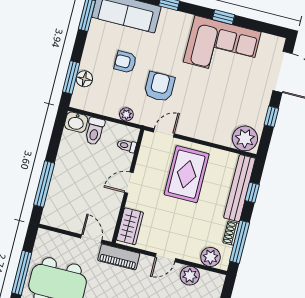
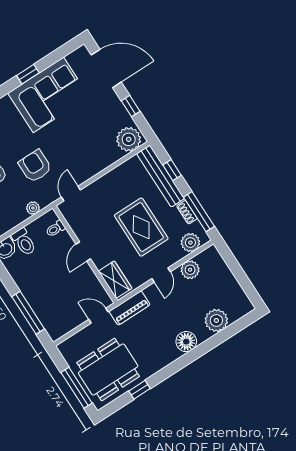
rug: (187, 174) -> (141, 227), moved

